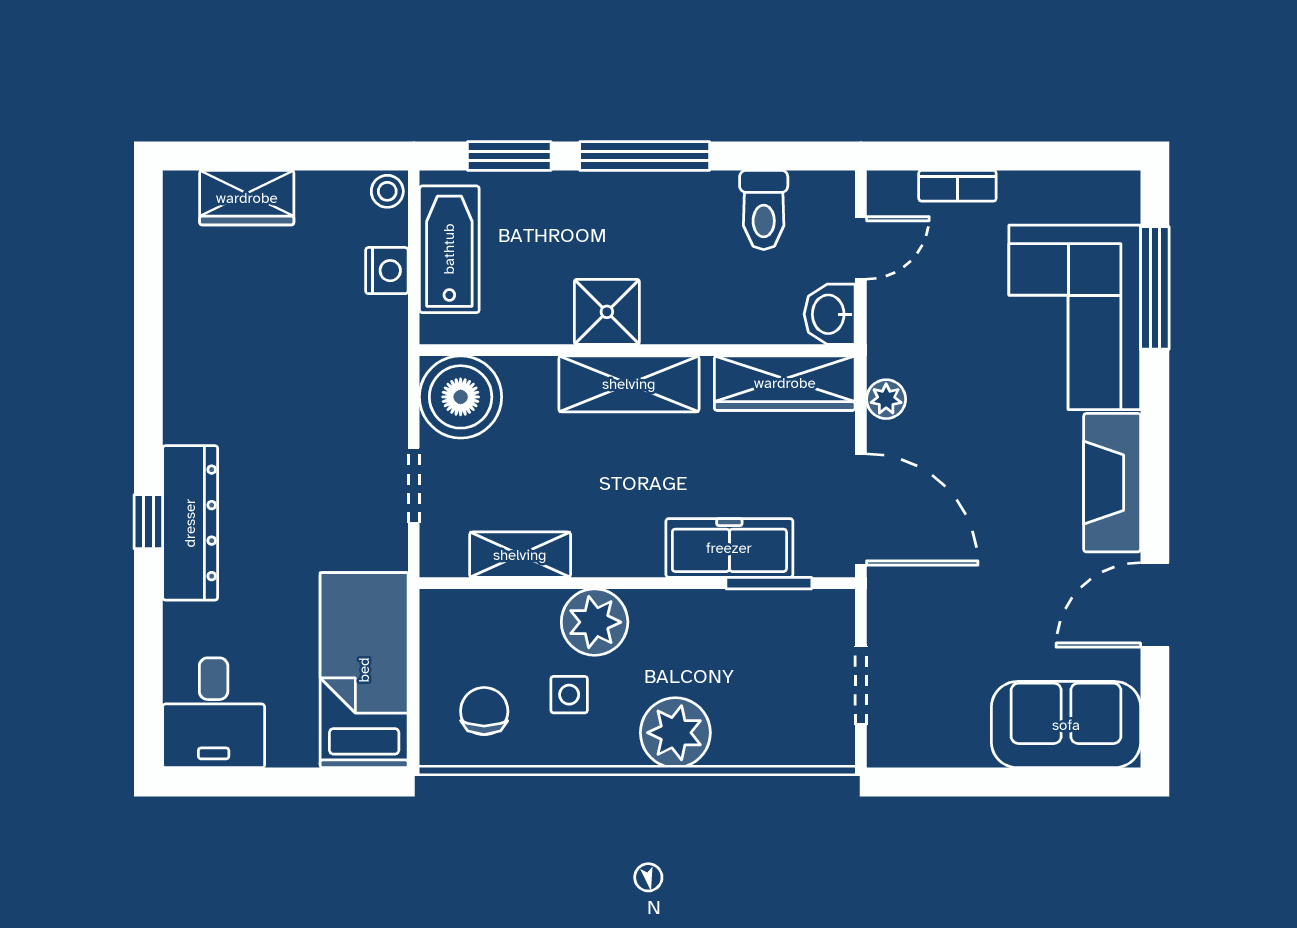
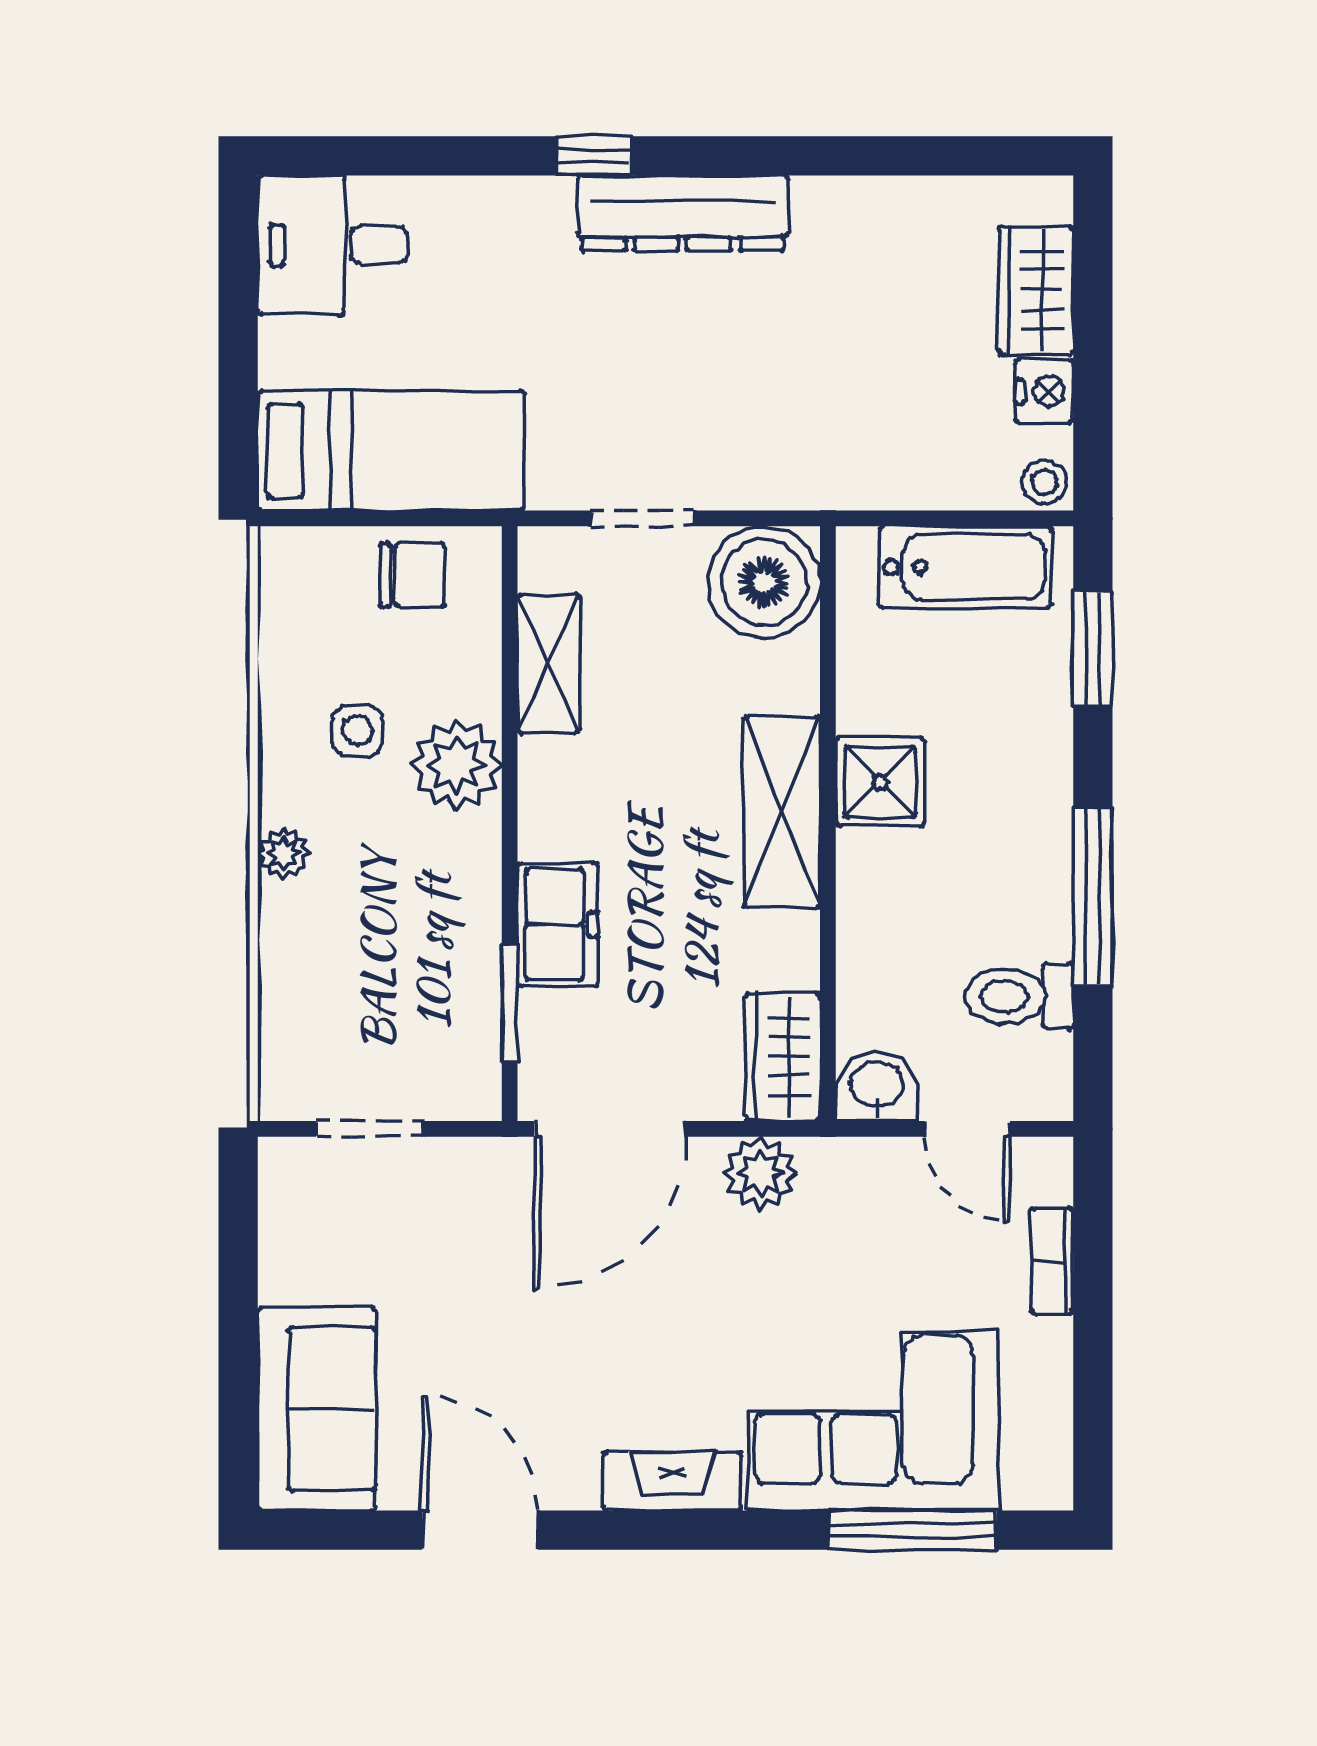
window: (645, 156) -> (1093, 897), moved
nightstand: (387, 271) -> (1044, 391), moved, turned -90
wardrobe: (785, 383) -> (783, 1057), width x0.67
plant: (886, 399) -> (761, 1173), width x1.38, depth x1.38
fireplace: (1112, 483) -> (672, 1481), width x0.73, depth x0.76
dresser: (190, 523) -> (683, 213), moved
freezer: (729, 548) -> (558, 925), width x0.71
chair: (484, 711) -> (412, 575), moved
plant: (675, 733) -> (283, 853), width x0.53, depth x0.53

